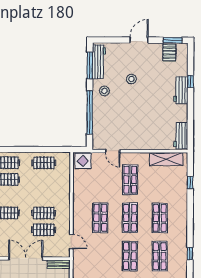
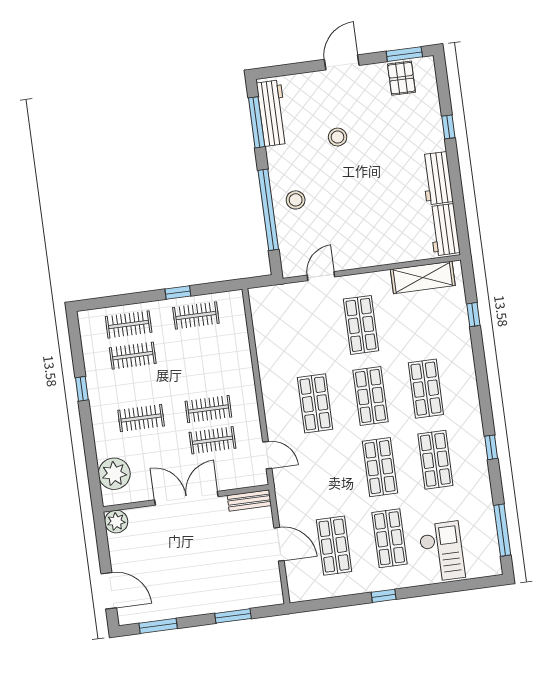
workbench: (181, 90) -> (437, 178), moved
stool: (104, 91) -> (296, 200), moved
window: (36, 149) -> (178, 293), added
door: (113, 151) -> (321, 276), swing flipped
display table: (83, 161) -> (268, 302), removed

